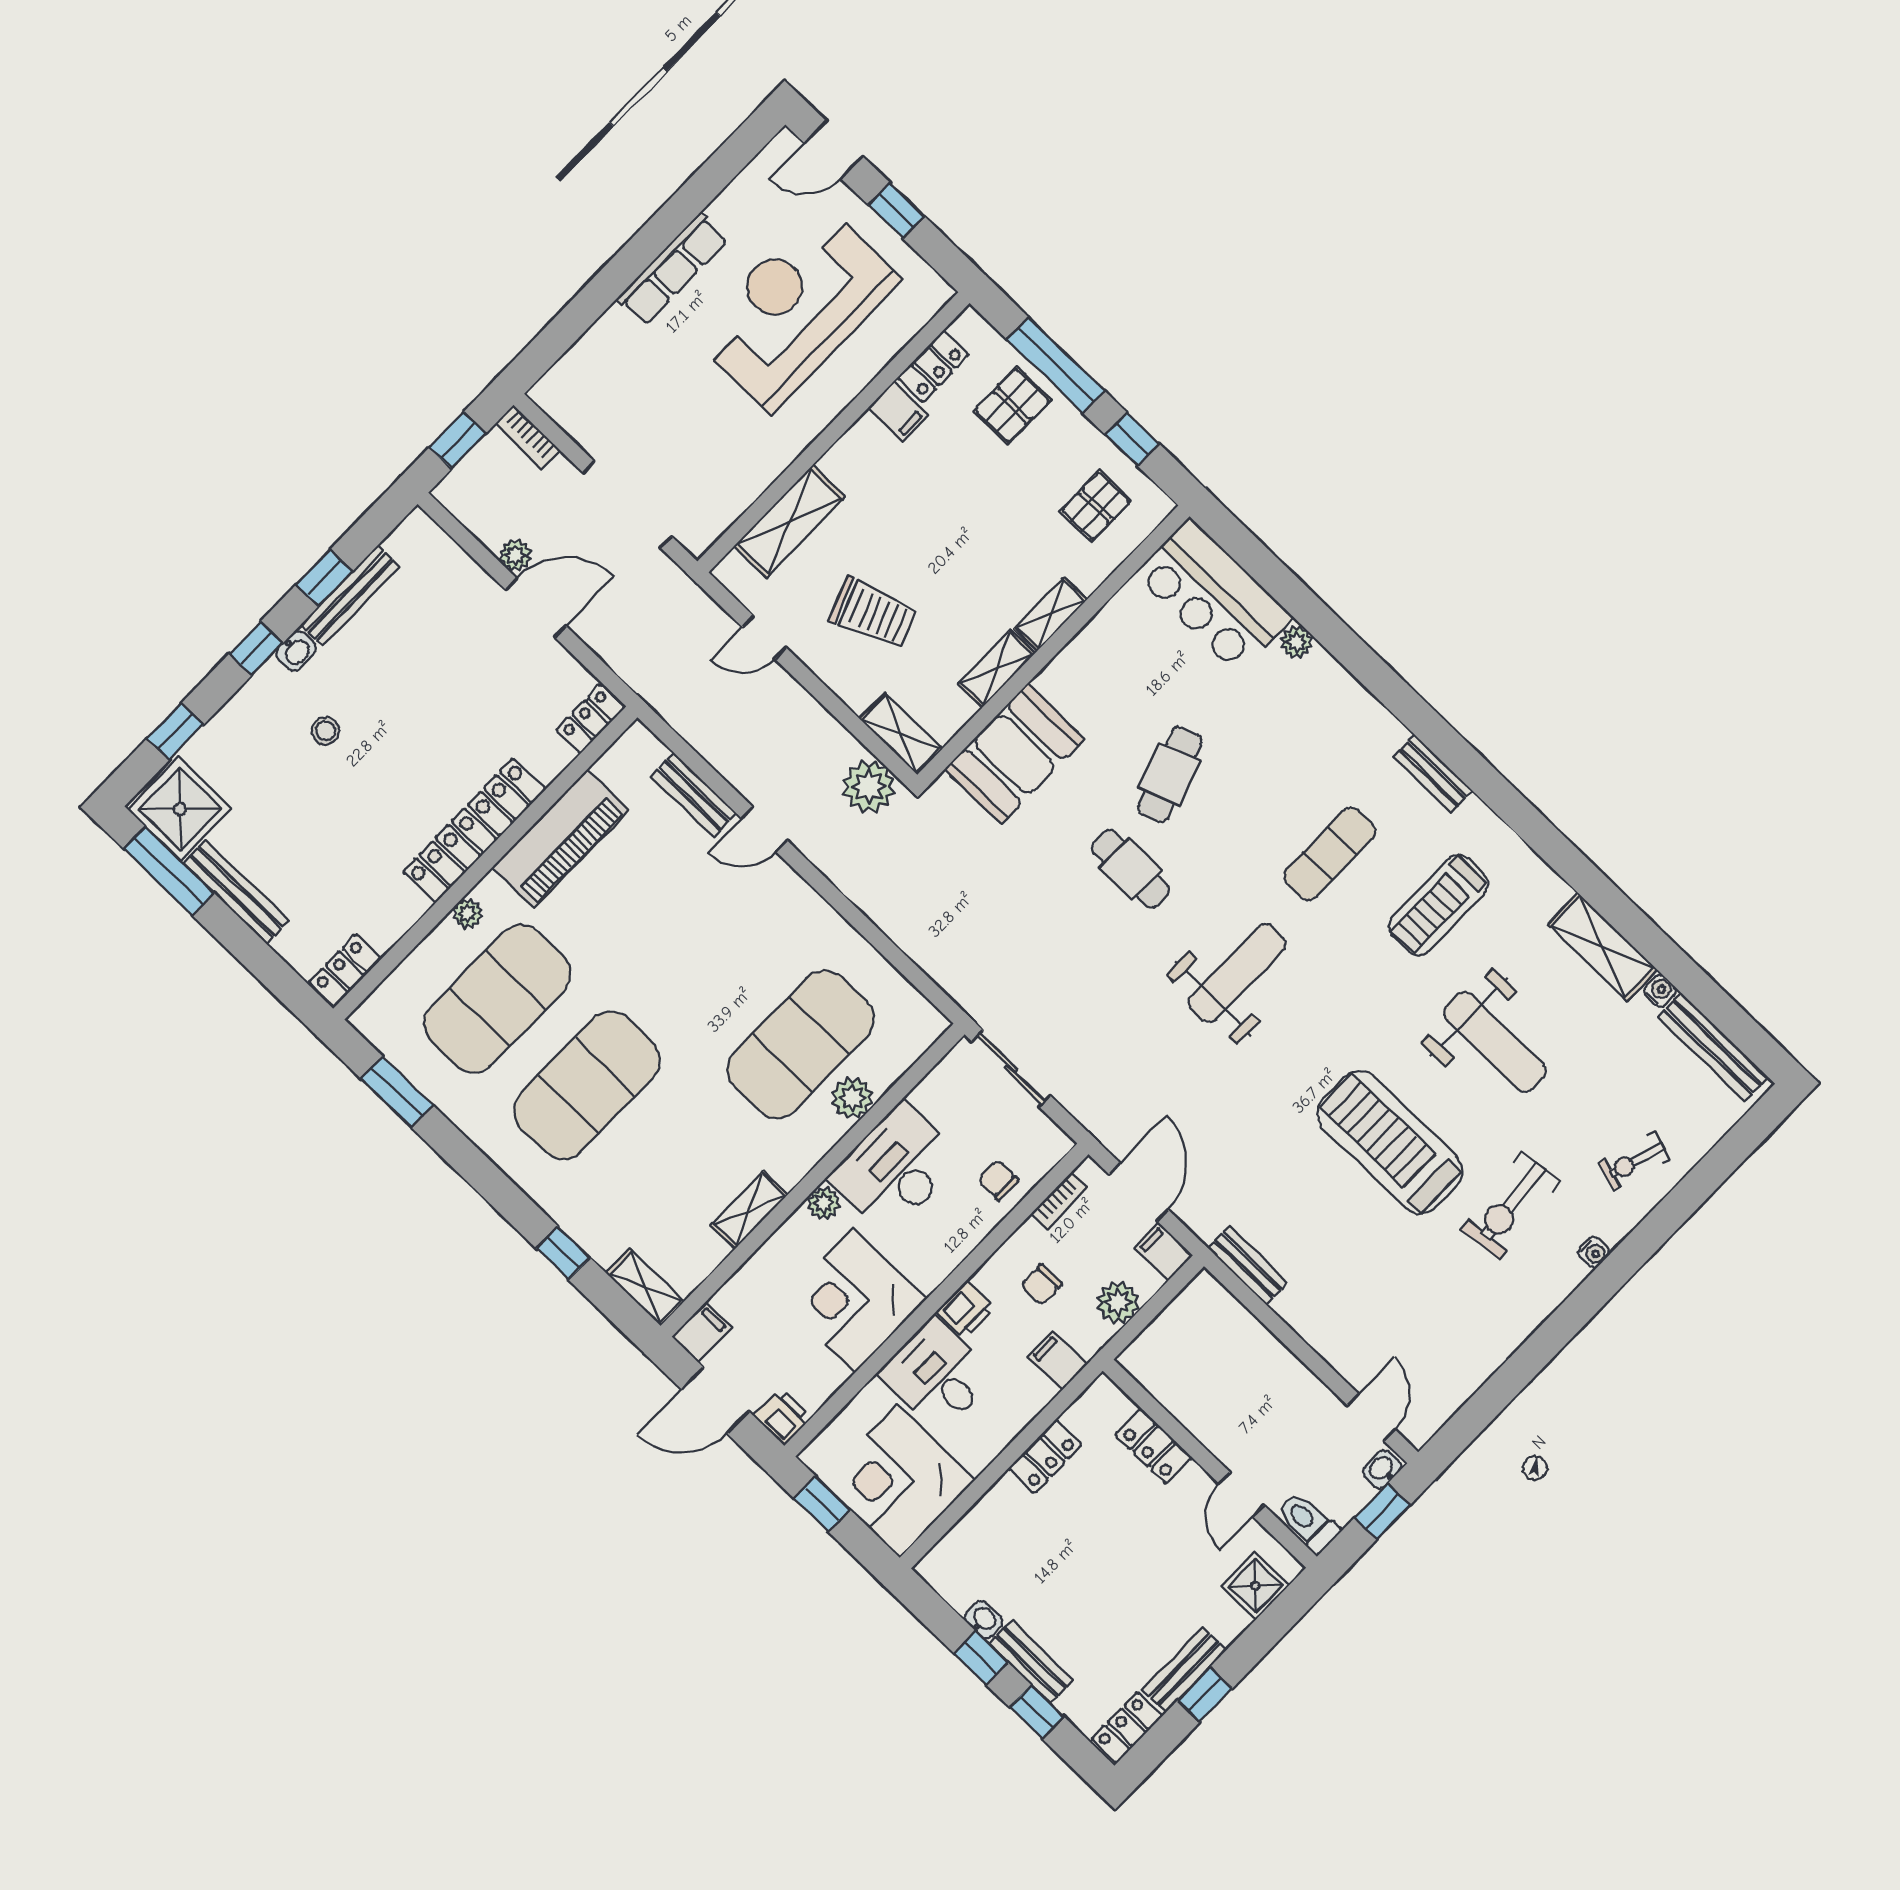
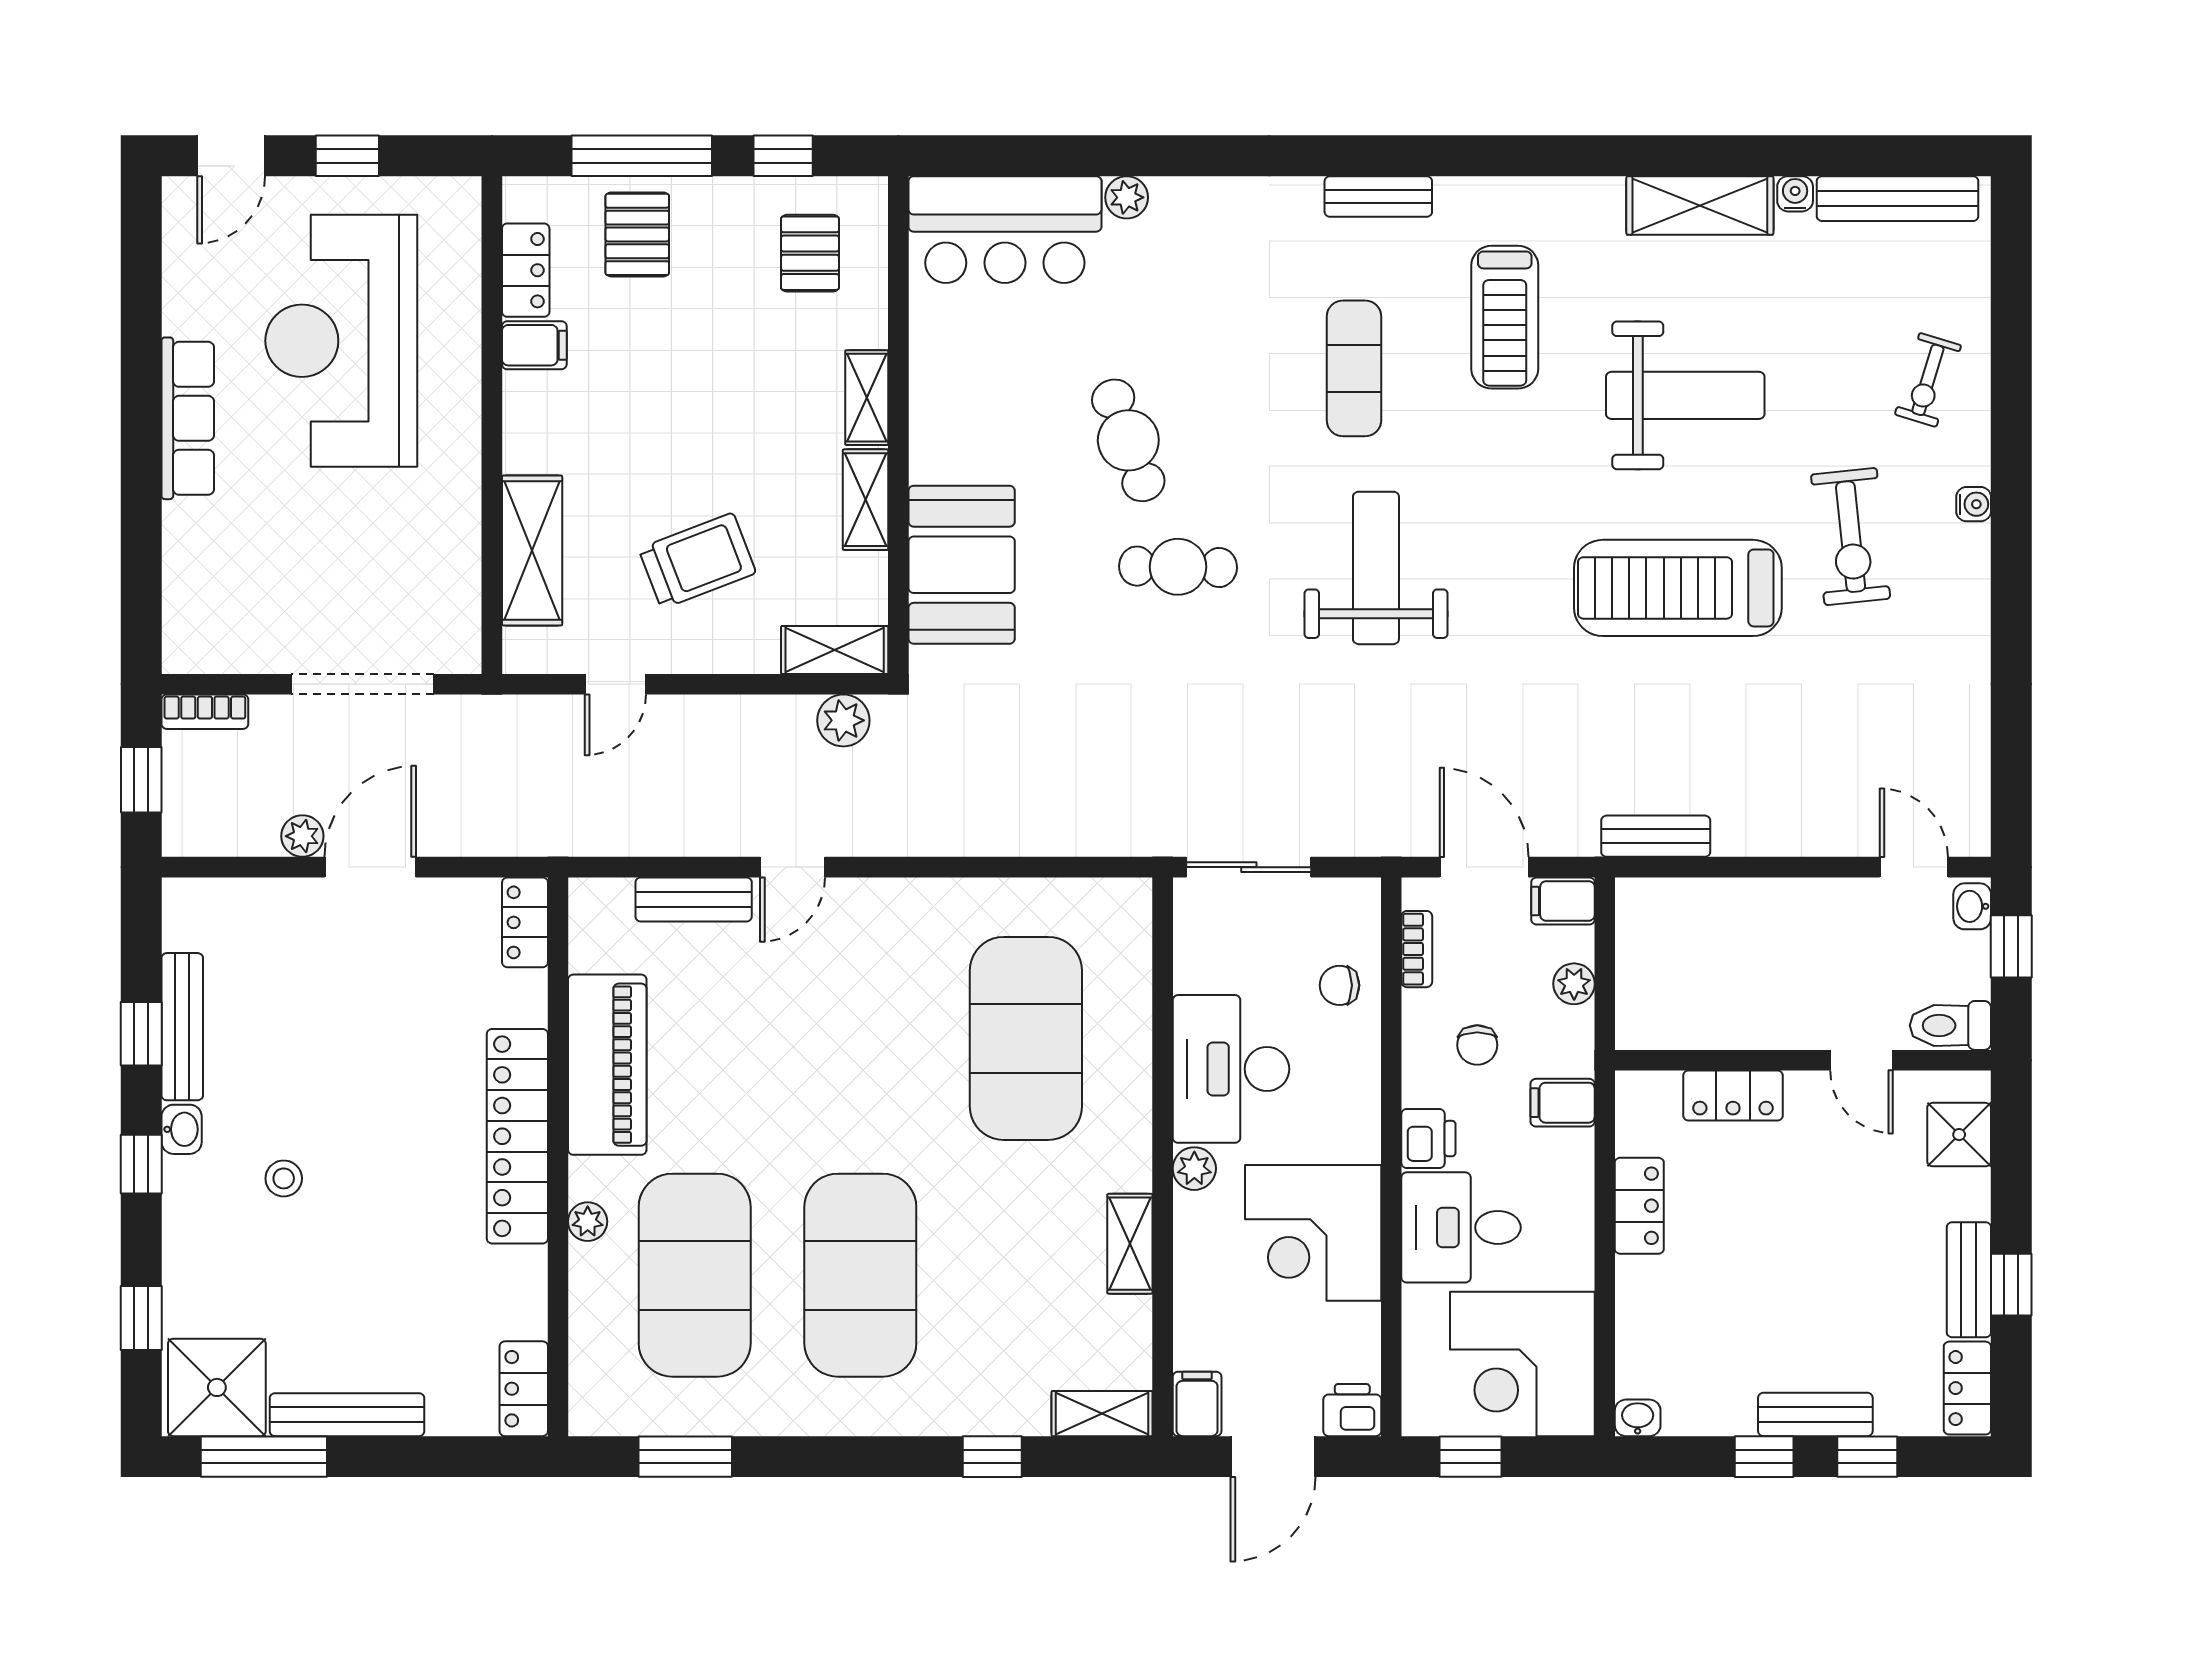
plant: (869, 787) -> (843, 720), width x0.73, depth x0.73
plant: (852, 1098) -> (1125, 1042), removed
plant: (1118, 1302) -> (1574, 984), width x0.73, depth x0.73
washbasin: (984, 1620) -> (1638, 1418), moved

